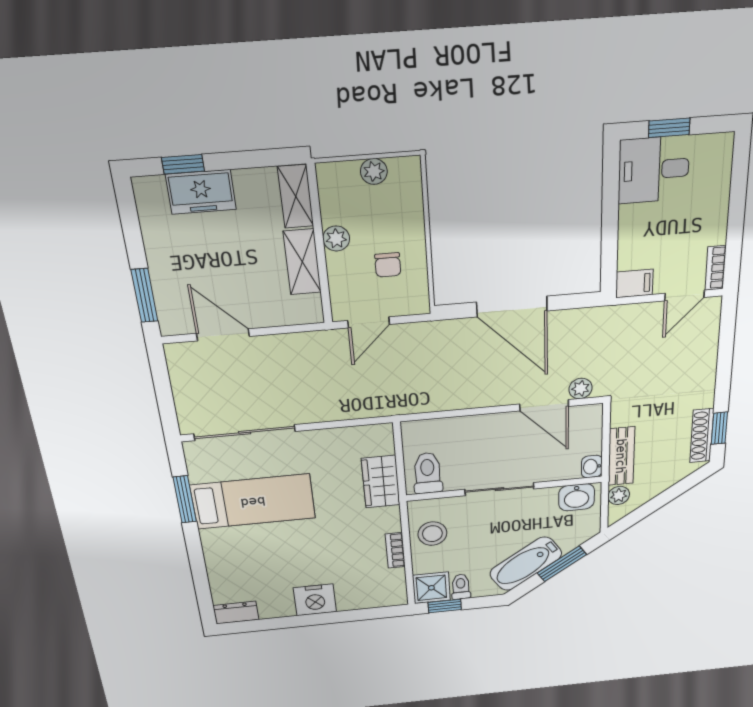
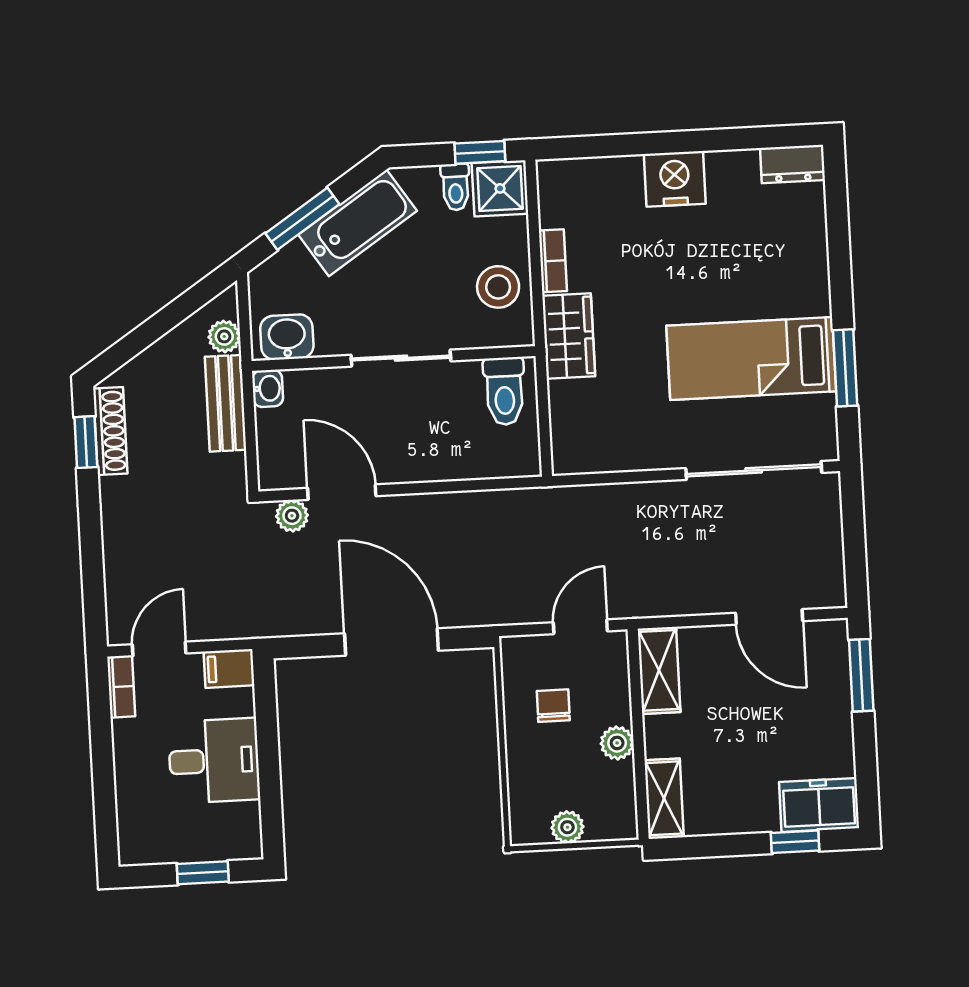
desk: (654, 170) -> (214, 761), moved
freezer: (201, 192) -> (819, 805), moved
shelving: (302, 262) -> (659, 670), moved
wardrobe: (381, 482) -> (569, 336), moved

